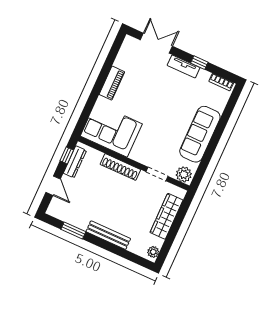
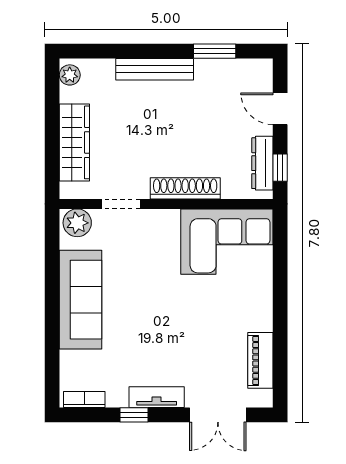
piano: (112, 83) -> (260, 360), moved

